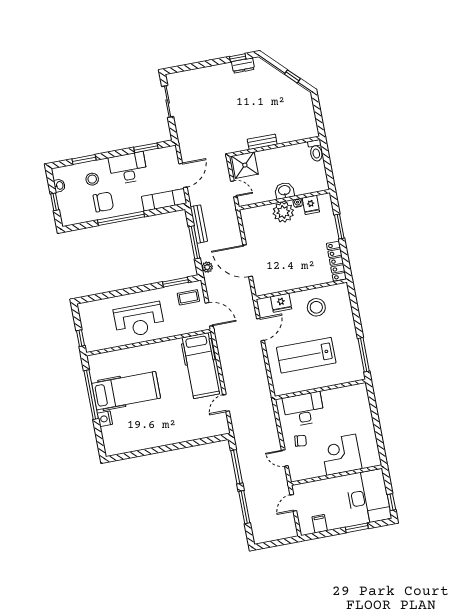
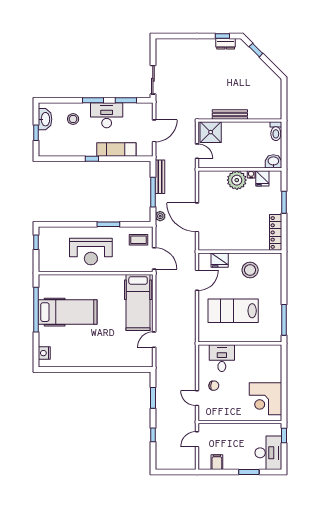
window: (292, 76) -> (256, 50), moved
sliding door: (168, 101) -> (153, 80), moved
bench: (262, 142) -> (230, 114), width x1.36
window: (84, 159) -> (93, 100), moved
washbasin: (59, 185) -> (45, 119), width x1.91, depth x1.45
washbasin: (284, 191) -> (273, 161), moved
exam couch: (164, 200) -> (116, 149), moved
chair: (103, 202) -> (79, 141), removed
window: (121, 218) -> (92, 159), width x0.32
window: (176, 282) -> (108, 224), moved
window: (80, 338) -> (36, 242), moved
desk: (304, 409) -> (222, 358), width x0.73
nightstand: (105, 419) -> (44, 353), moved
corner desk: (341, 455) -> (265, 399), moved, turned -90
window: (237, 467) -> (153, 398), width x0.69
desk: (368, 497) -> (268, 453), width x0.73, depth x0.77
window: (391, 502) -> (284, 436), moved
window: (244, 507) -> (153, 435), width x0.46

